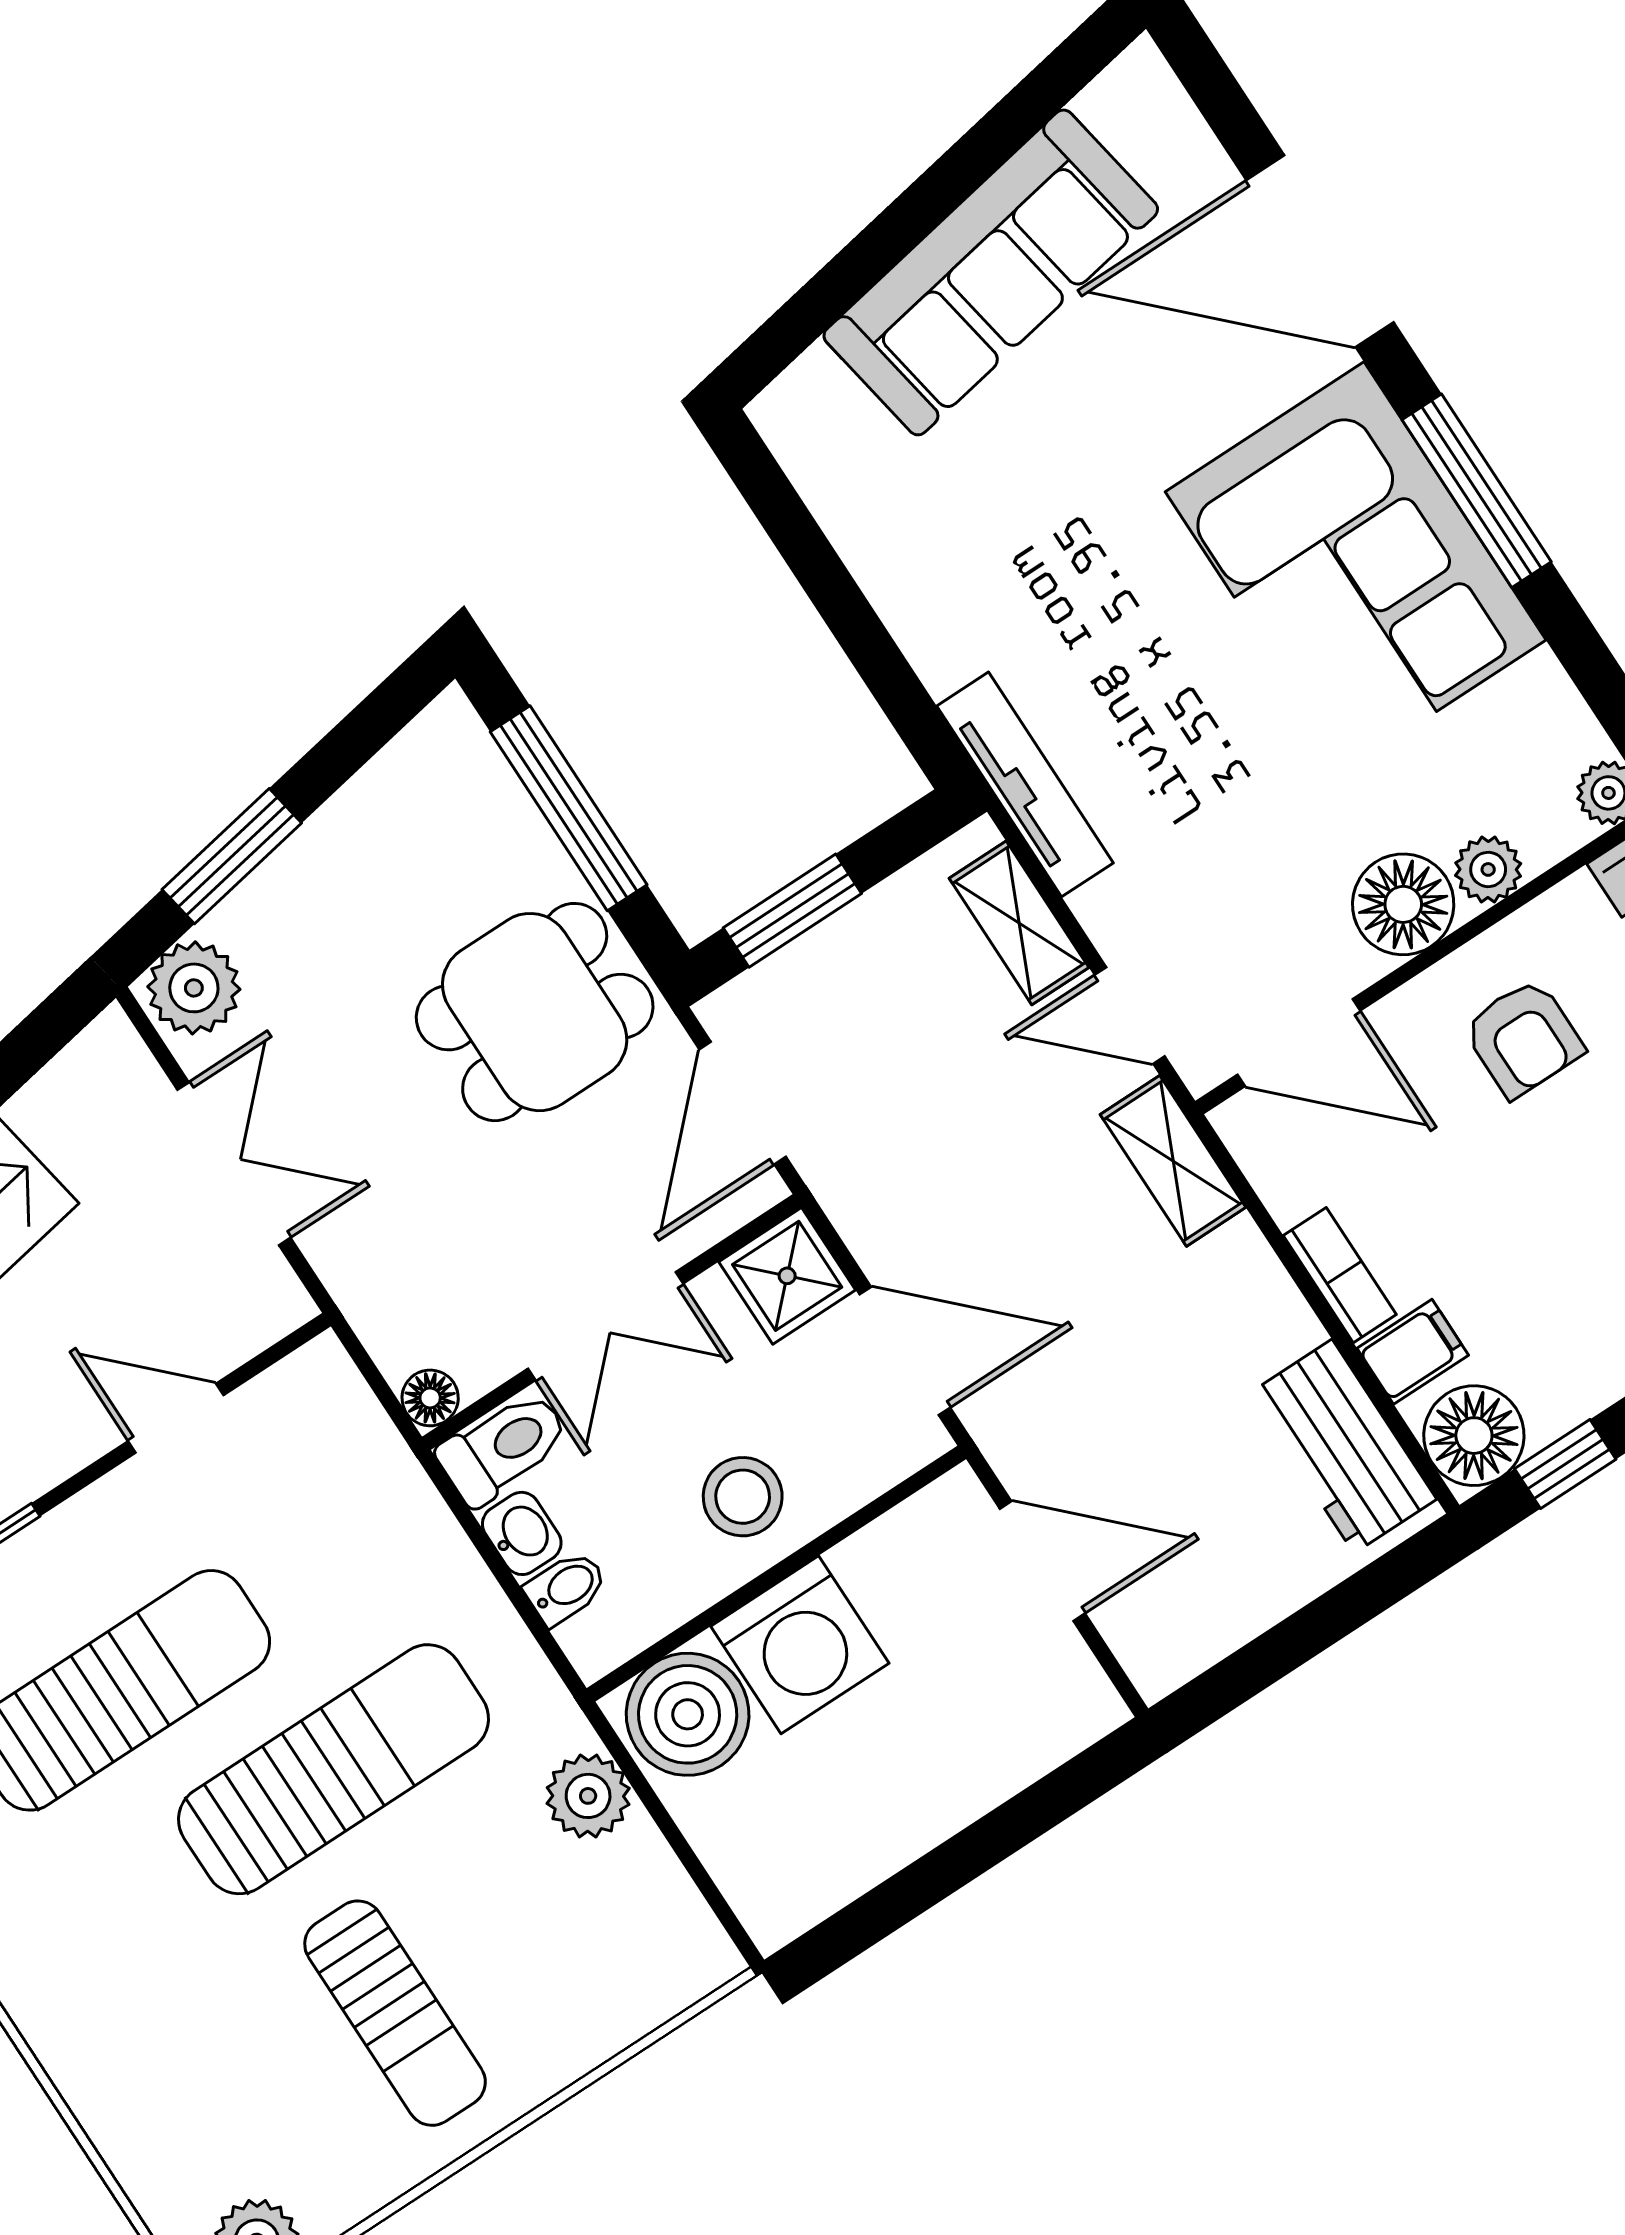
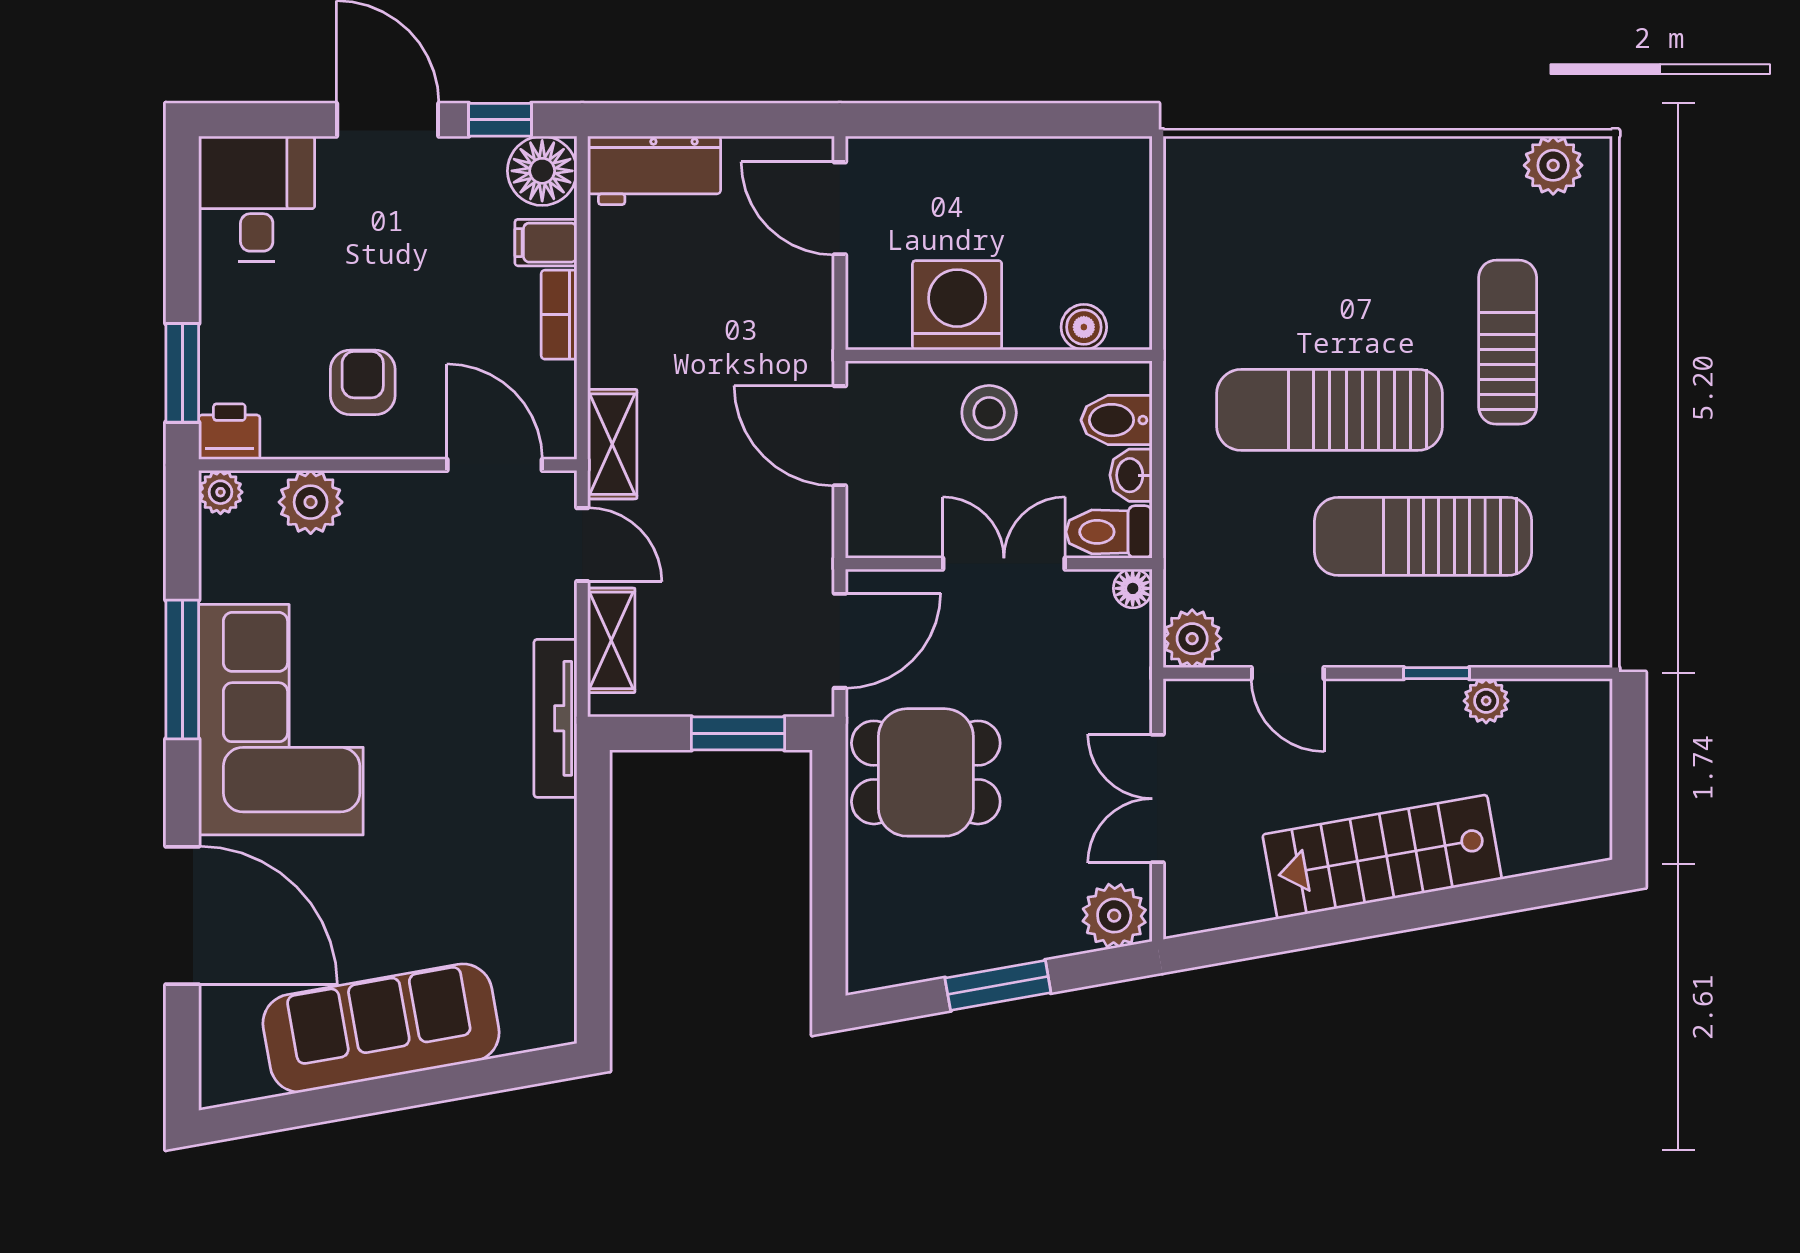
window: (1477, 491) -> (182, 669), moved
window: (569, 808) -> (829, 878), removed
window: (232, 856) -> (998, 985), moved
plant: (1488, 869) -> (311, 502), width x1.38, depth x1.38
floor lamp: (1403, 904) -> (382, 505), removed
shower: (787, 1276) -> (880, 524), removed
workbench: (1343, 1446) -> (654, 170), moved, turned 90
door: (1042, 1561) -> (840, 208), moved
bidet: (566, 1588) -> (1117, 420), width x1.38, depth x1.36
washing machine: (800, 1645) -> (957, 305), moved
boiler: (688, 1714) -> (1084, 327), width x0.54, depth x0.54
plant: (588, 1796) -> (1192, 639), moved
sun lounger: (395, 2013) -> (1508, 342), moved

